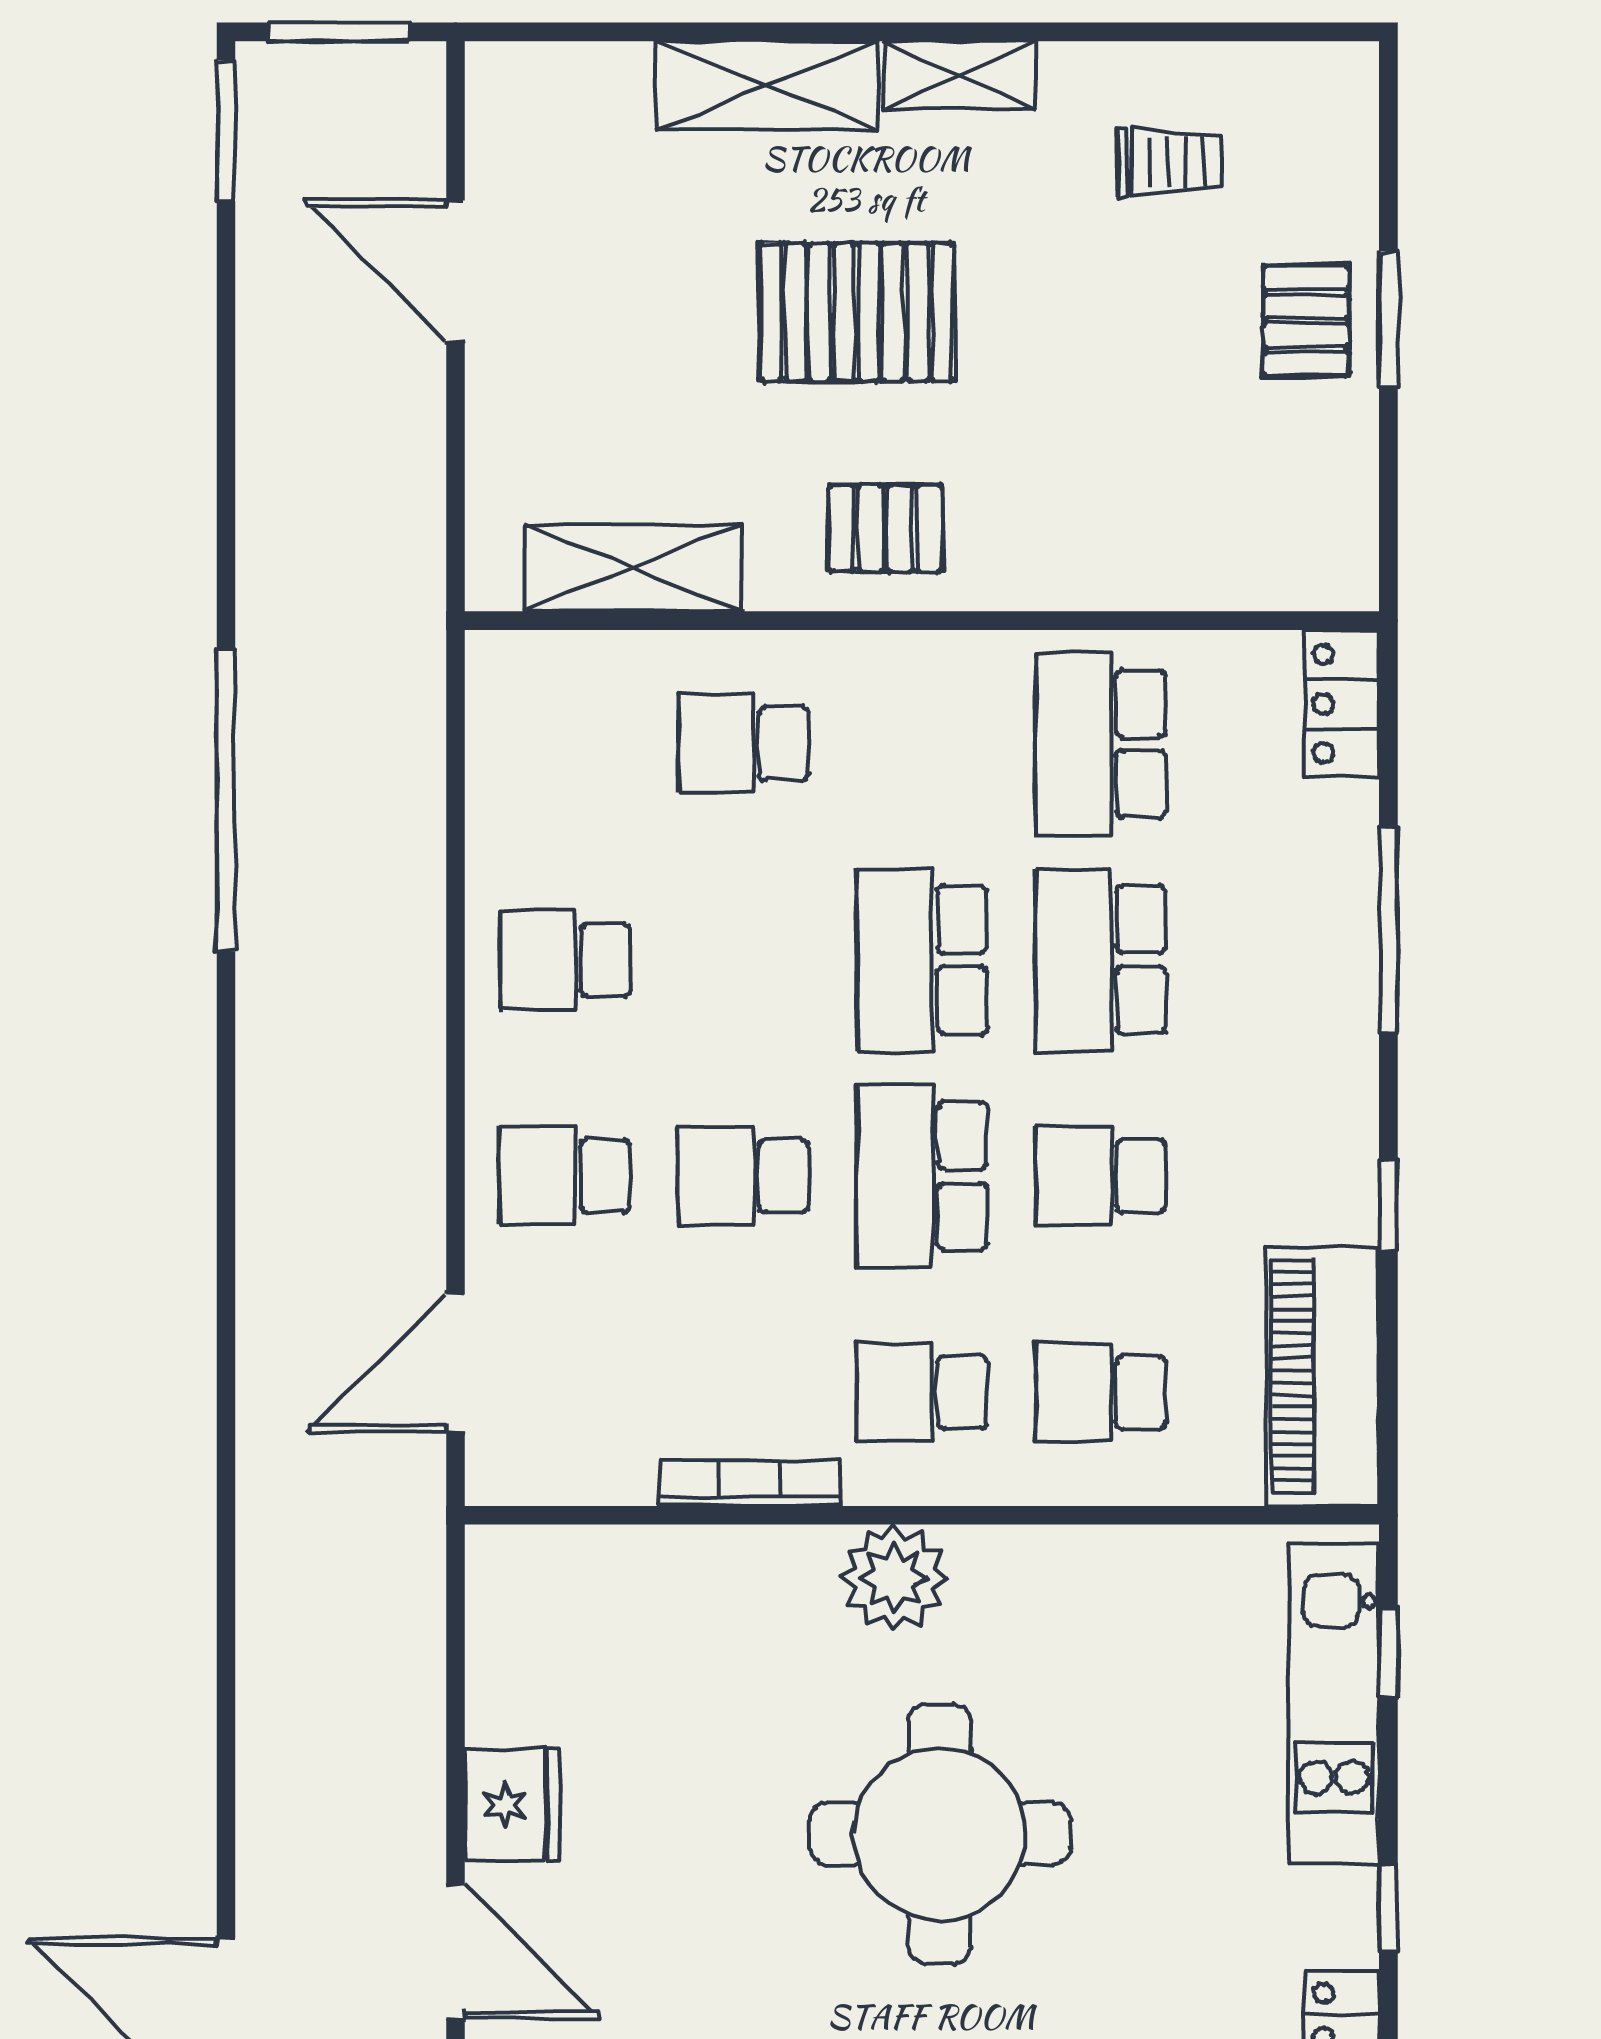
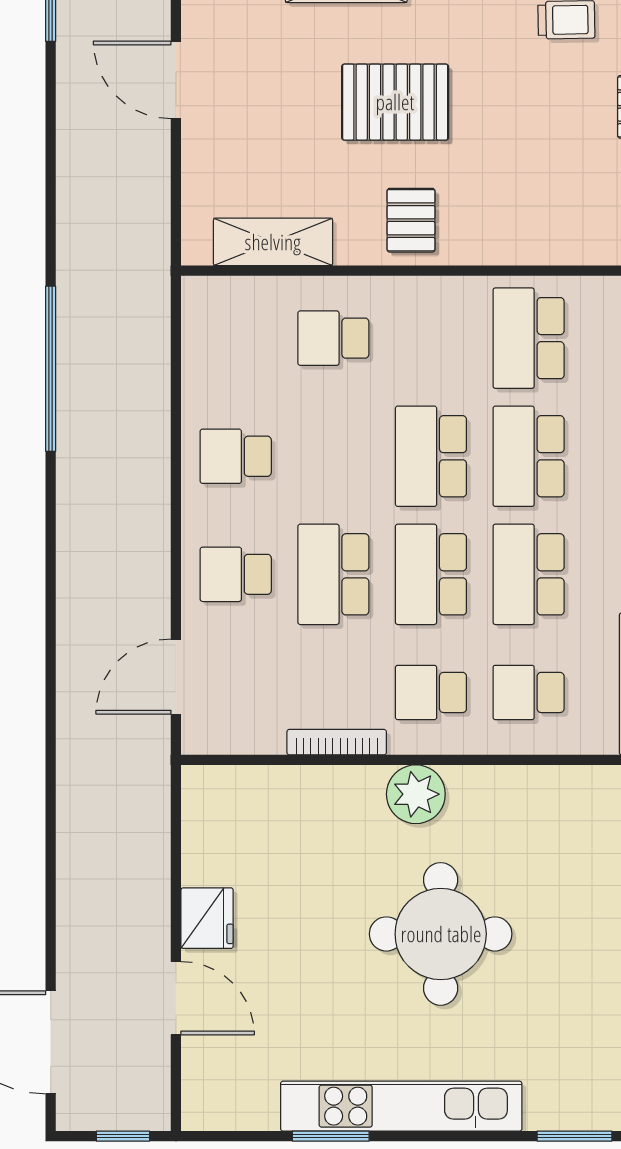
pallet: (885, 528) -> (411, 220), turned 90
school desk: (743, 1176) -> (333, 574), width x1.85
school desk: (1100, 1176) -> (529, 574), width x1.85

